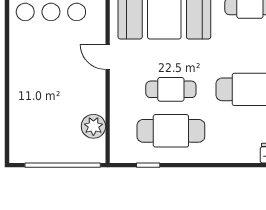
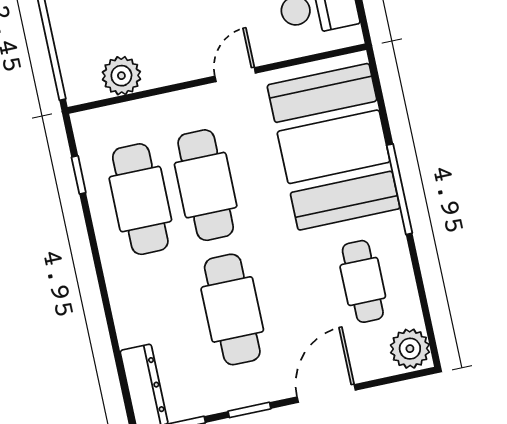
cafe table: (171, 89) -> (206, 185), width x1.37, depth x1.35

